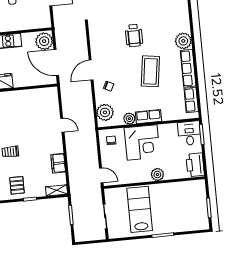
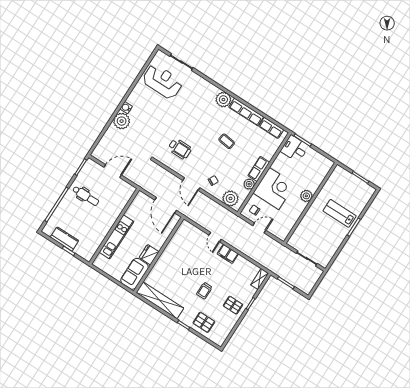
wheelchair: (134, 35) -> (180, 149), moved
plant: (44, 41) -> (143, 202), removed
door: (56, 62) -> (166, 205), hinge flipped
coffee table: (150, 71) -> (227, 141), width x0.54, depth x0.58
door: (62, 125) -> (215, 237), swing flipped
filing cabinet: (58, 163) -> (228, 254), moved
printer: (195, 165) -> (321, 163), removed
door: (101, 175) -> (259, 228), moved
lab bench: (140, 209) -> (340, 213), moved, width x0.73, depth x0.72

